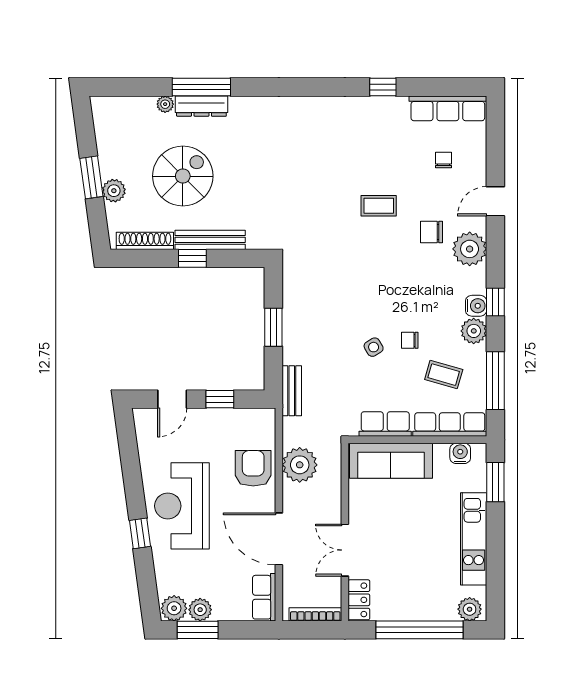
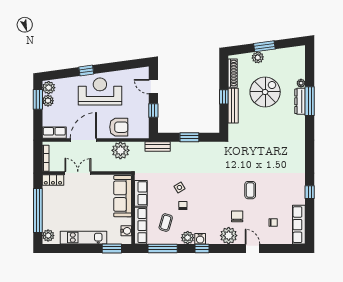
spiral stairs: (183, 176) -> (265, 92), turned -90

